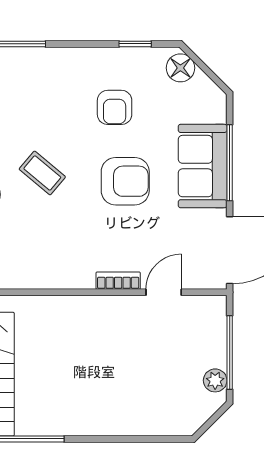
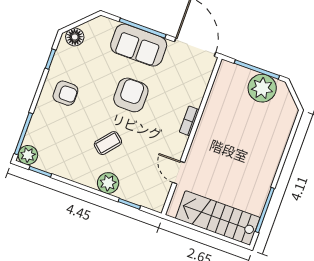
armchair: (115, 107) -> (65, 93), moved
door: (164, 292) -> (178, 173), moved
plant: (215, 380) -> (262, 88), width x1.88, depth x1.88

